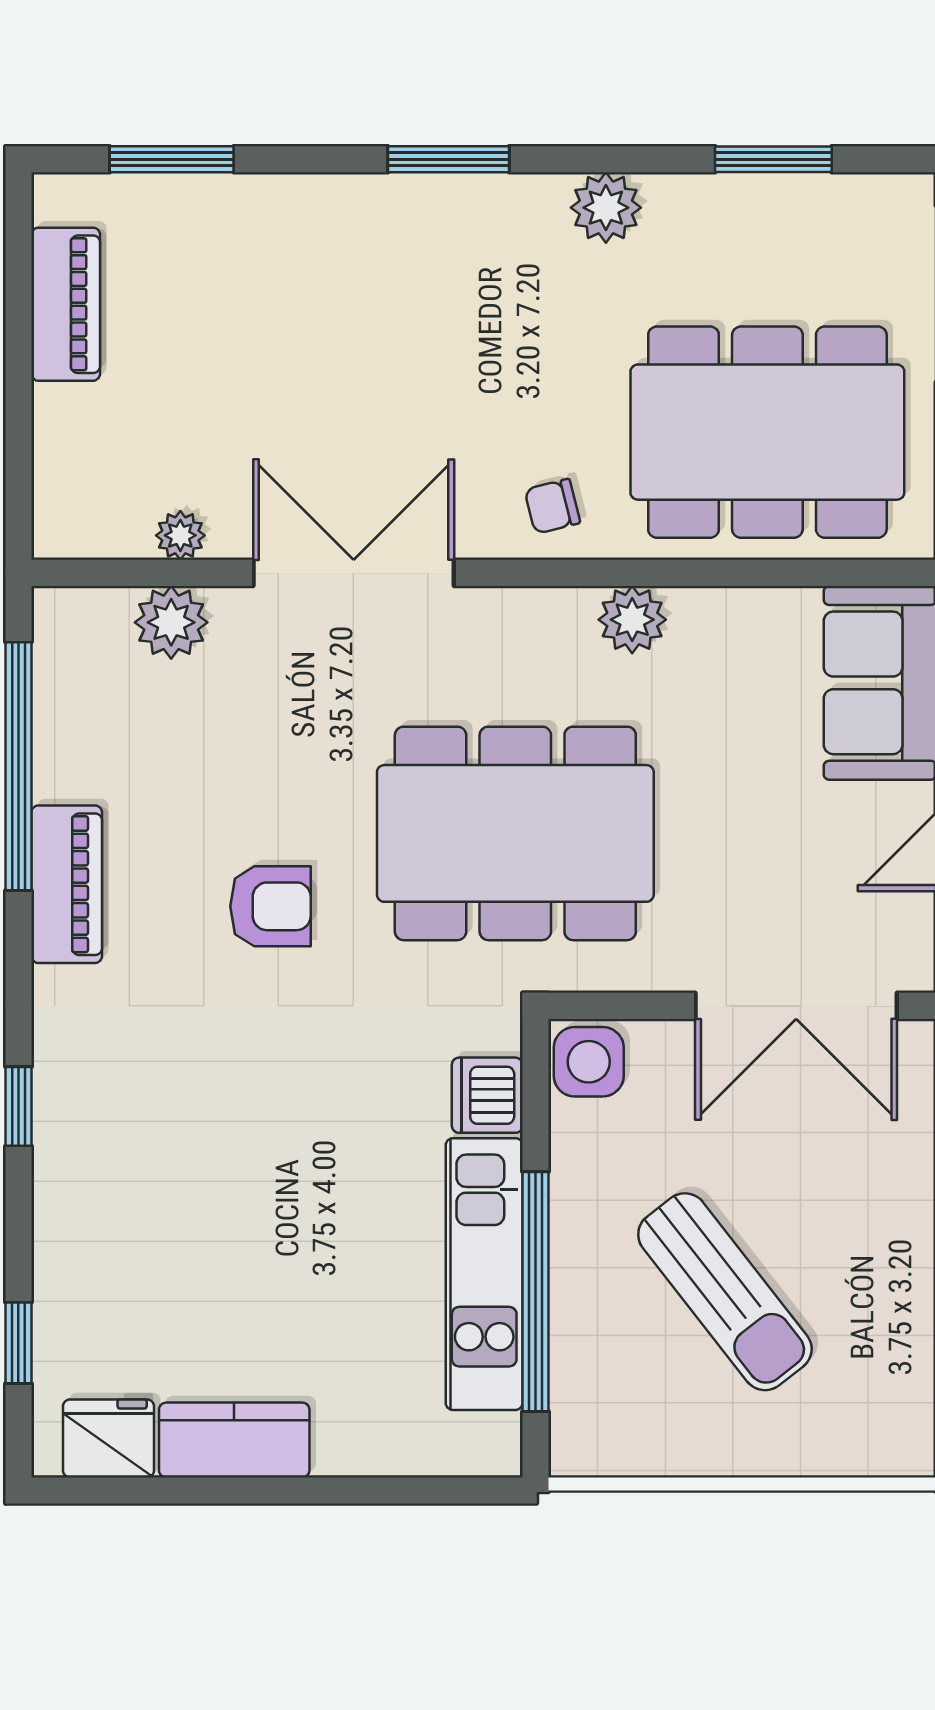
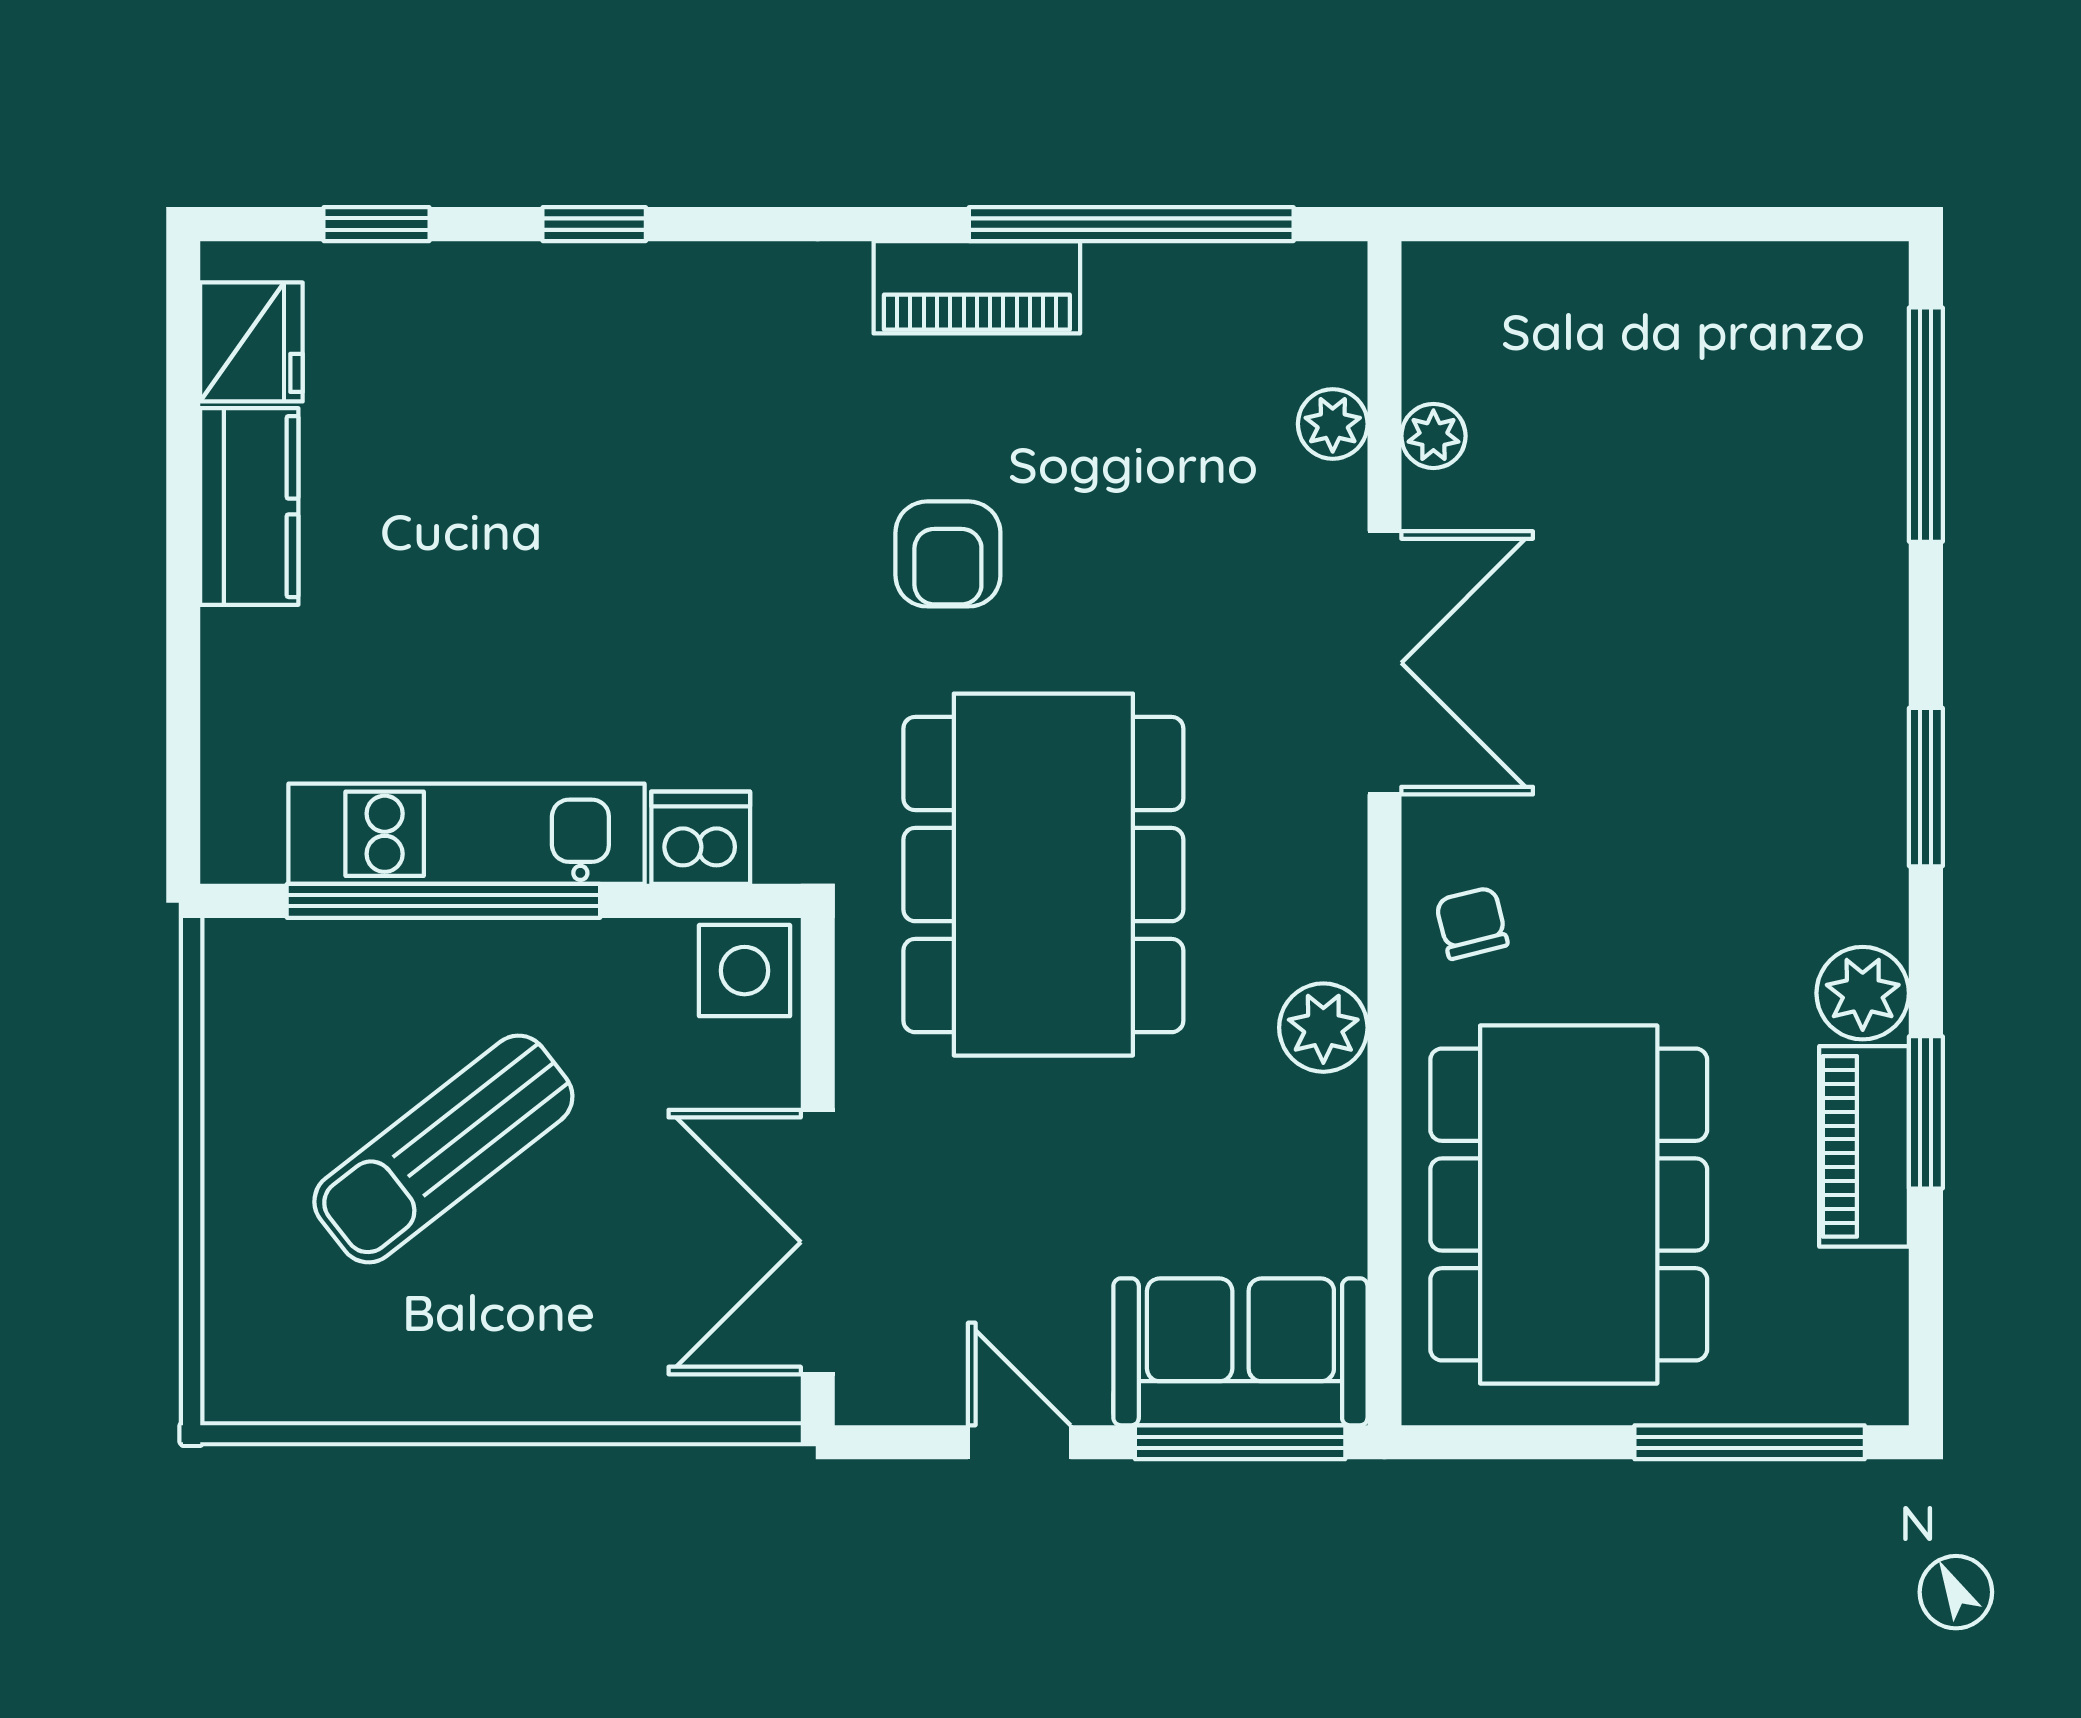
window: (172, 159) -> (1926, 425), width x1.44
window: (773, 159) -> (1926, 1112), moved
piano: (66, 304) -> (1864, 1146), moved, turned 90
plant: (171, 622) -> (1333, 424), width x0.73, depth x0.73
window: (18, 1106) -> (594, 224), moved

